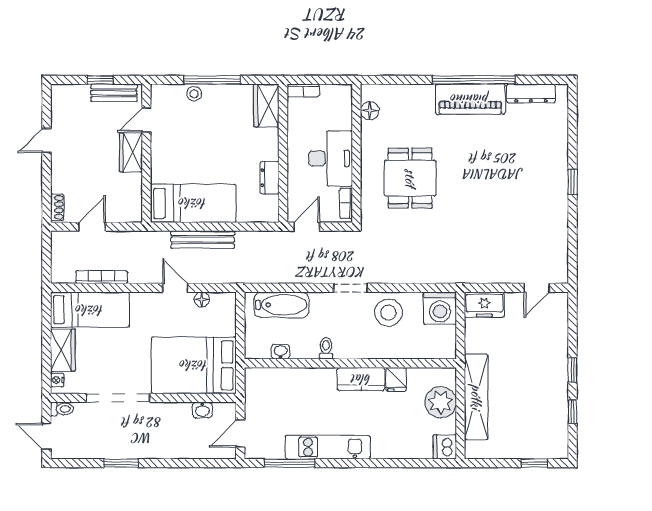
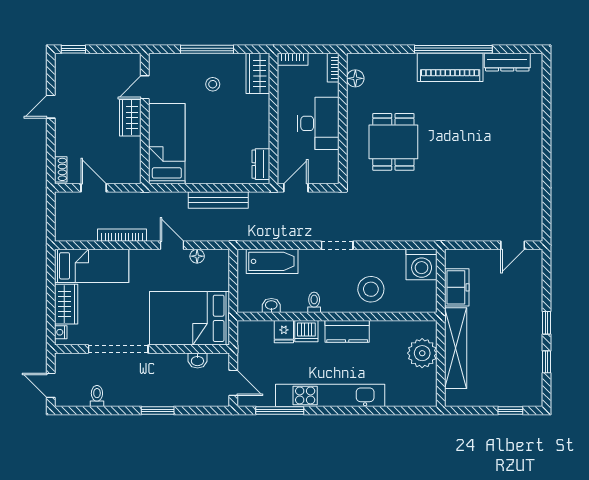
window: (100, 80) -> (73, 49), moved
bench: (114, 93) -> (114, 61), removed
stool: (194, 94) -> (213, 84), moved
dresser: (270, 178) -> (261, 164), moved
window: (573, 182) -> (546, 145), removed
bed: (193, 203) -> (167, 144), moved, turned -90
bookcase: (346, 203) -> (333, 68), moved
door: (92, 227) -> (94, 188), hinge flipped
bench: (203, 240) -> (218, 200), moved
bookcase: (102, 277) -> (122, 235), moved
freezer: (484, 305) -> (457, 287), moved, turned -90
stool: (388, 313) -> (371, 289), moved
fridge: (396, 379) -> (284, 332), moved
toilet: (62, 409) -> (97, 396), moved, turned -90
door: (240, 434) -> (233, 383), swing flipped
kitchen unit: (328, 447) -> (330, 395), width x1.36
dishwasher: (445, 447) -> (306, 331), moved, turned -90
window: (121, 463) -> (158, 411), moved

